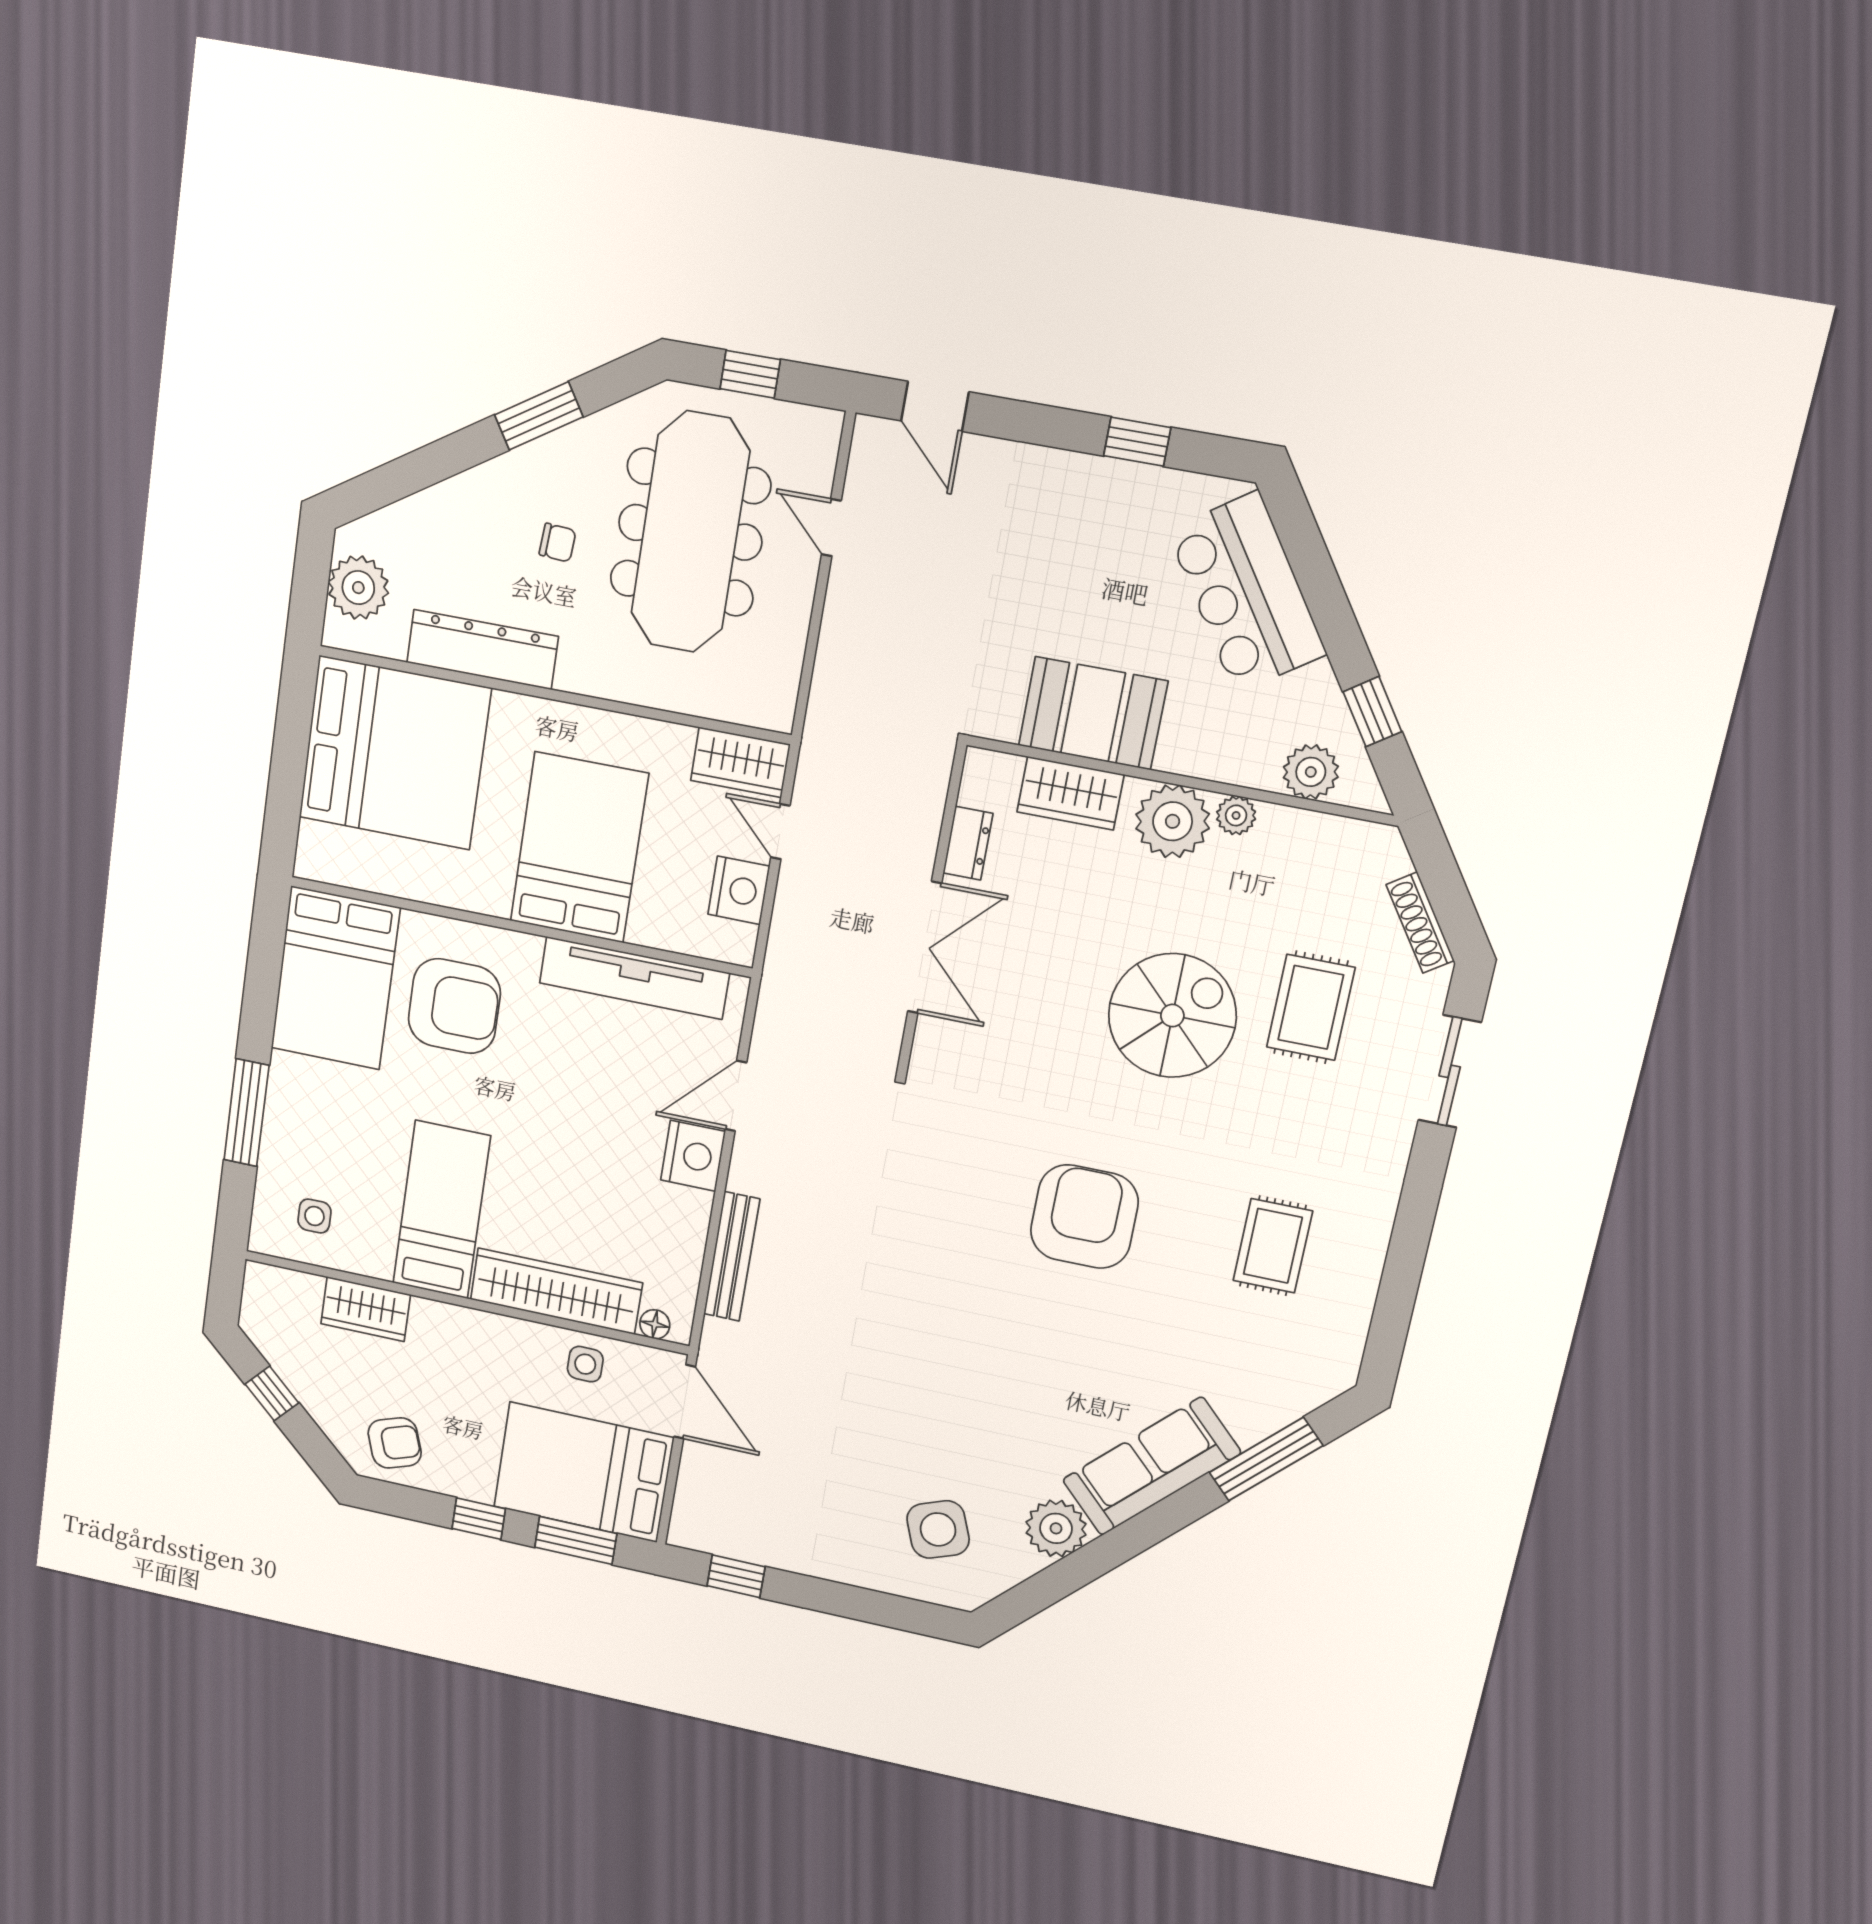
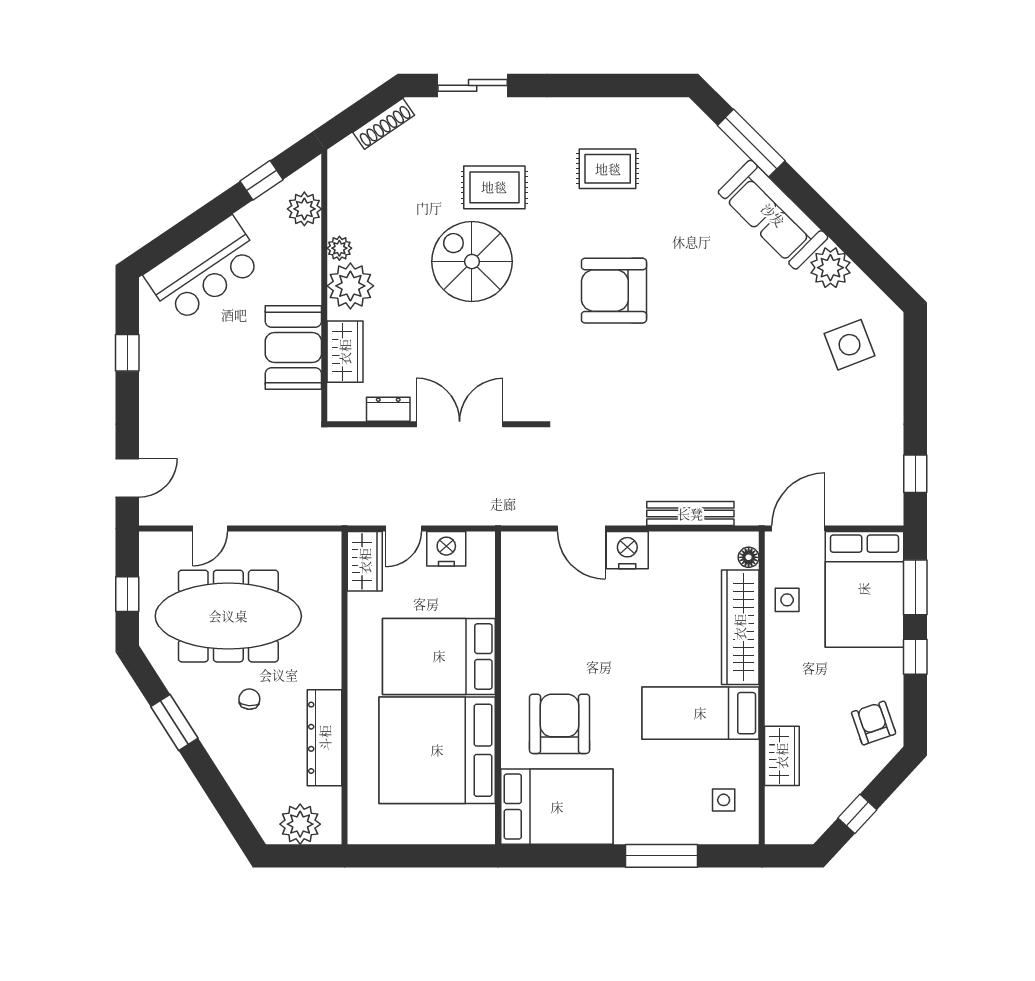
bed: (395, 753) -> (437, 750), moved, turned -90
tv unit: (634, 978) -> (517, 608), removed
rug: (1311, 1007) -> (494, 187), moved

